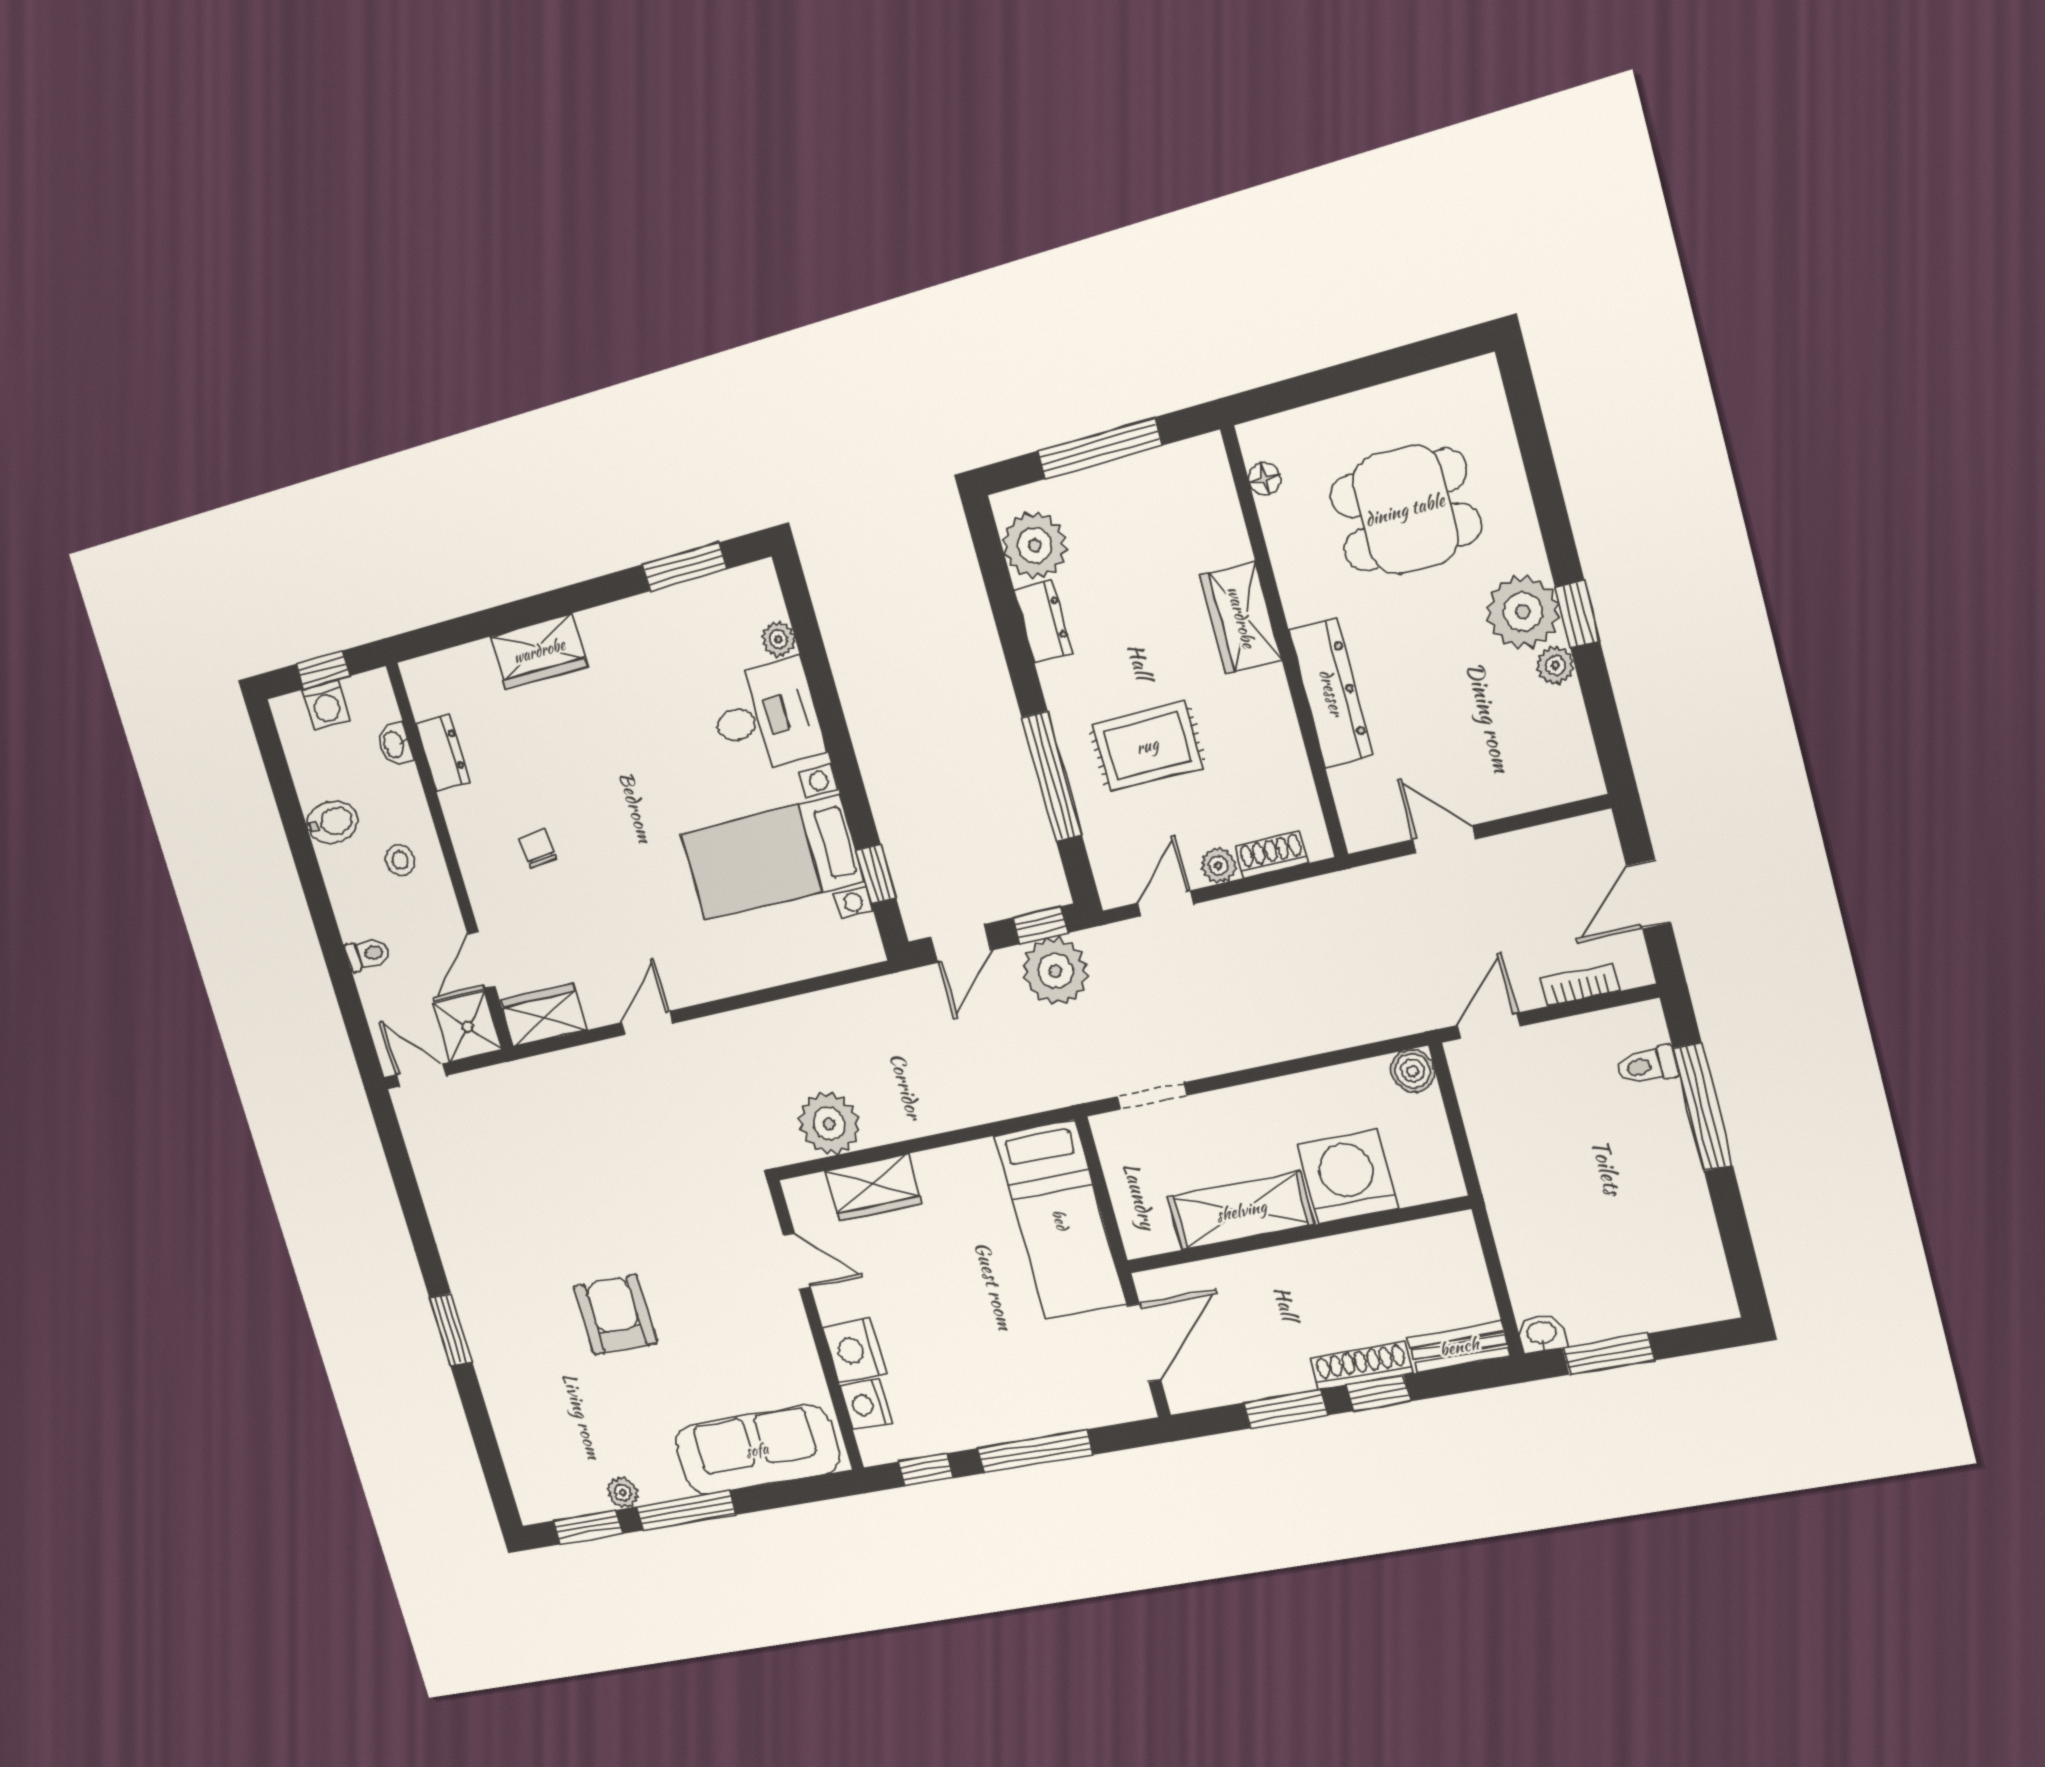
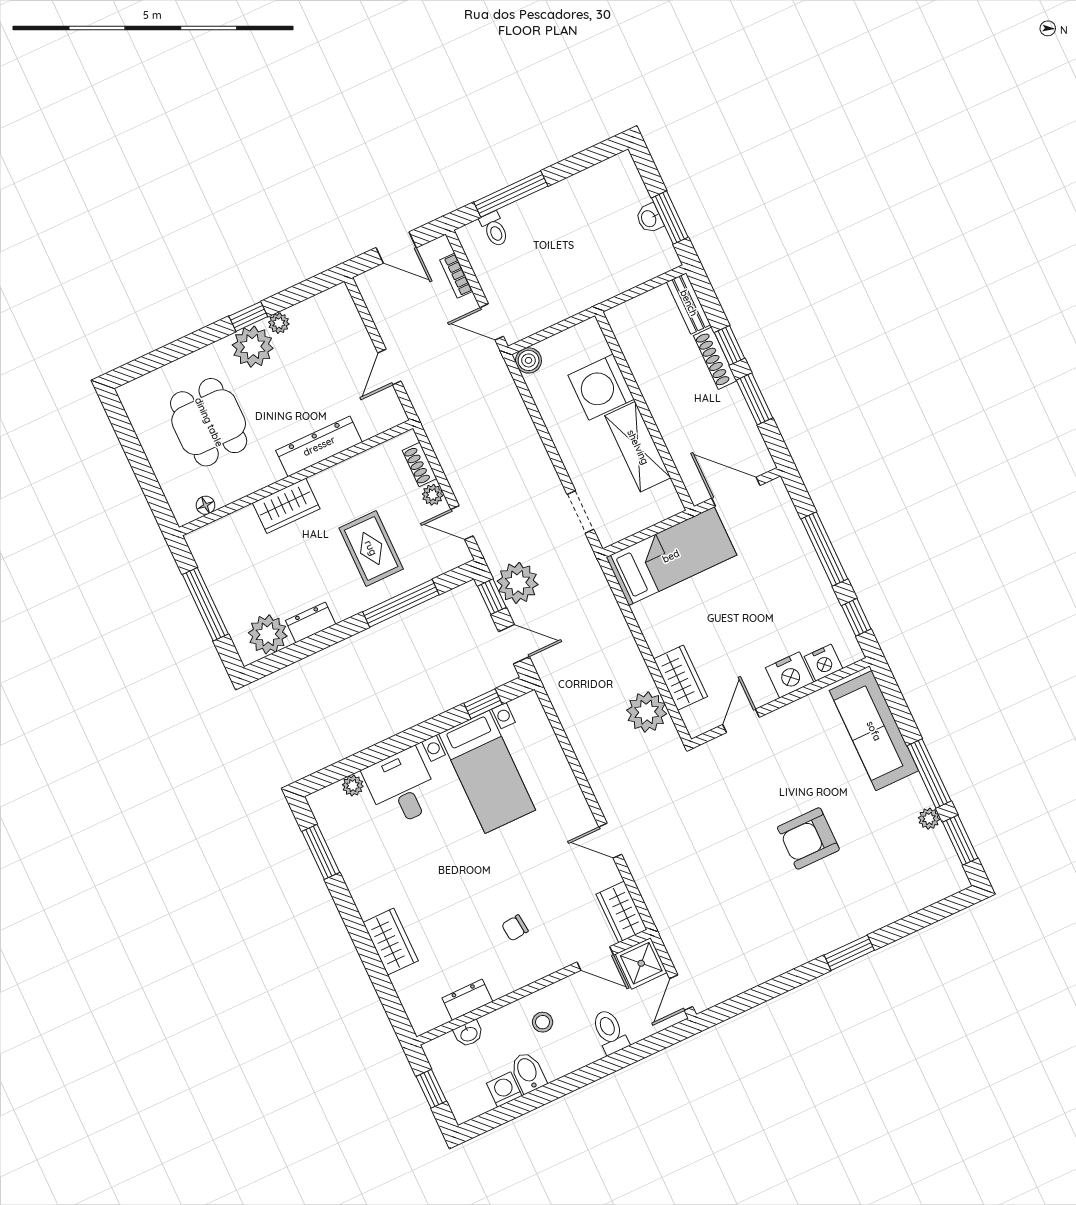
washing machine: (326, 705) -> (504, 1090), moved, turned -90
toilet: (368, 954) -> (610, 1032), width x1.37, depth x1.39
washbasin: (1542, 1334) -> (649, 218), moved

